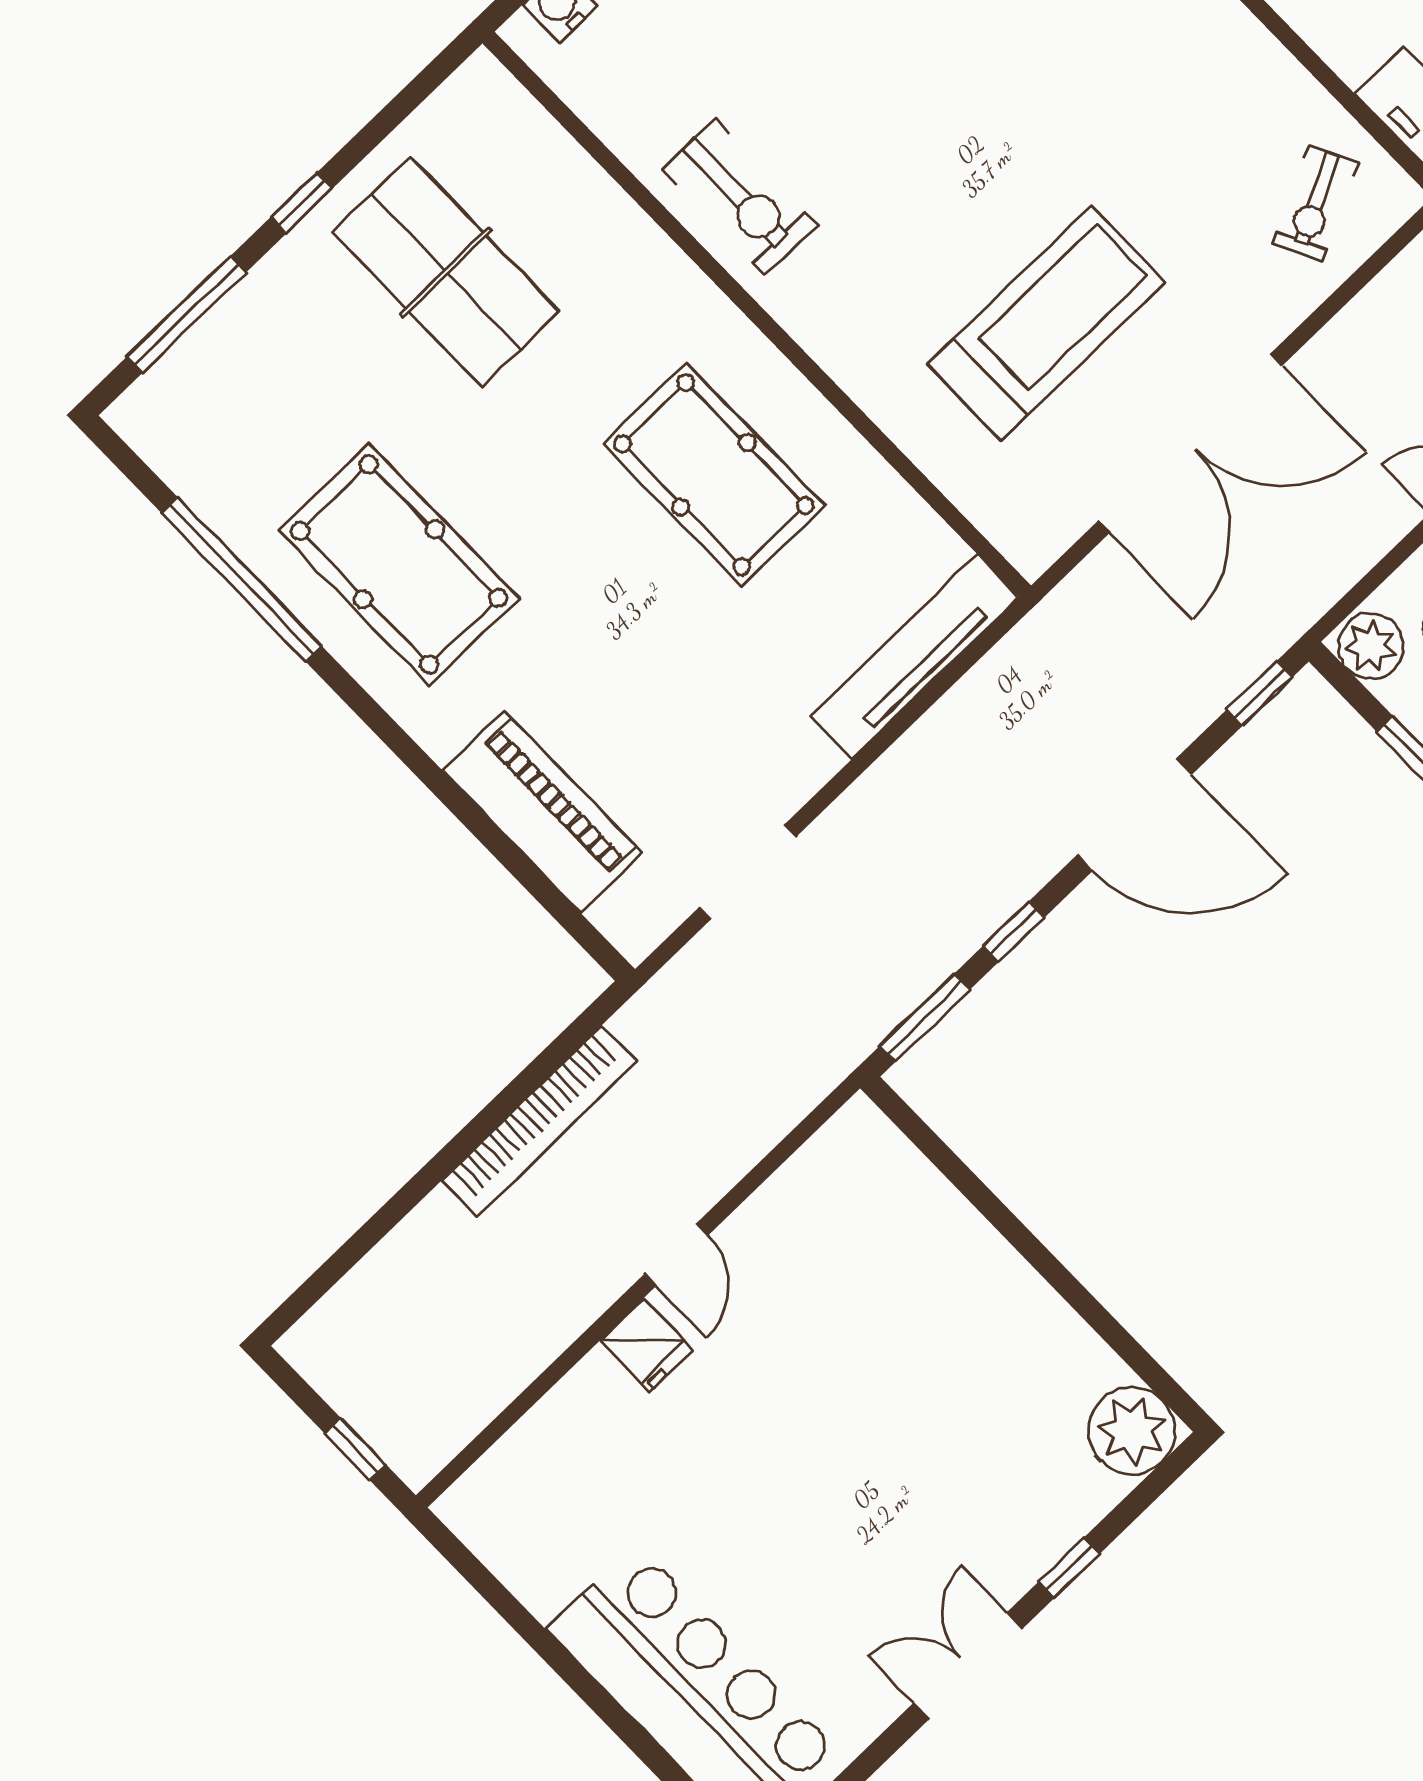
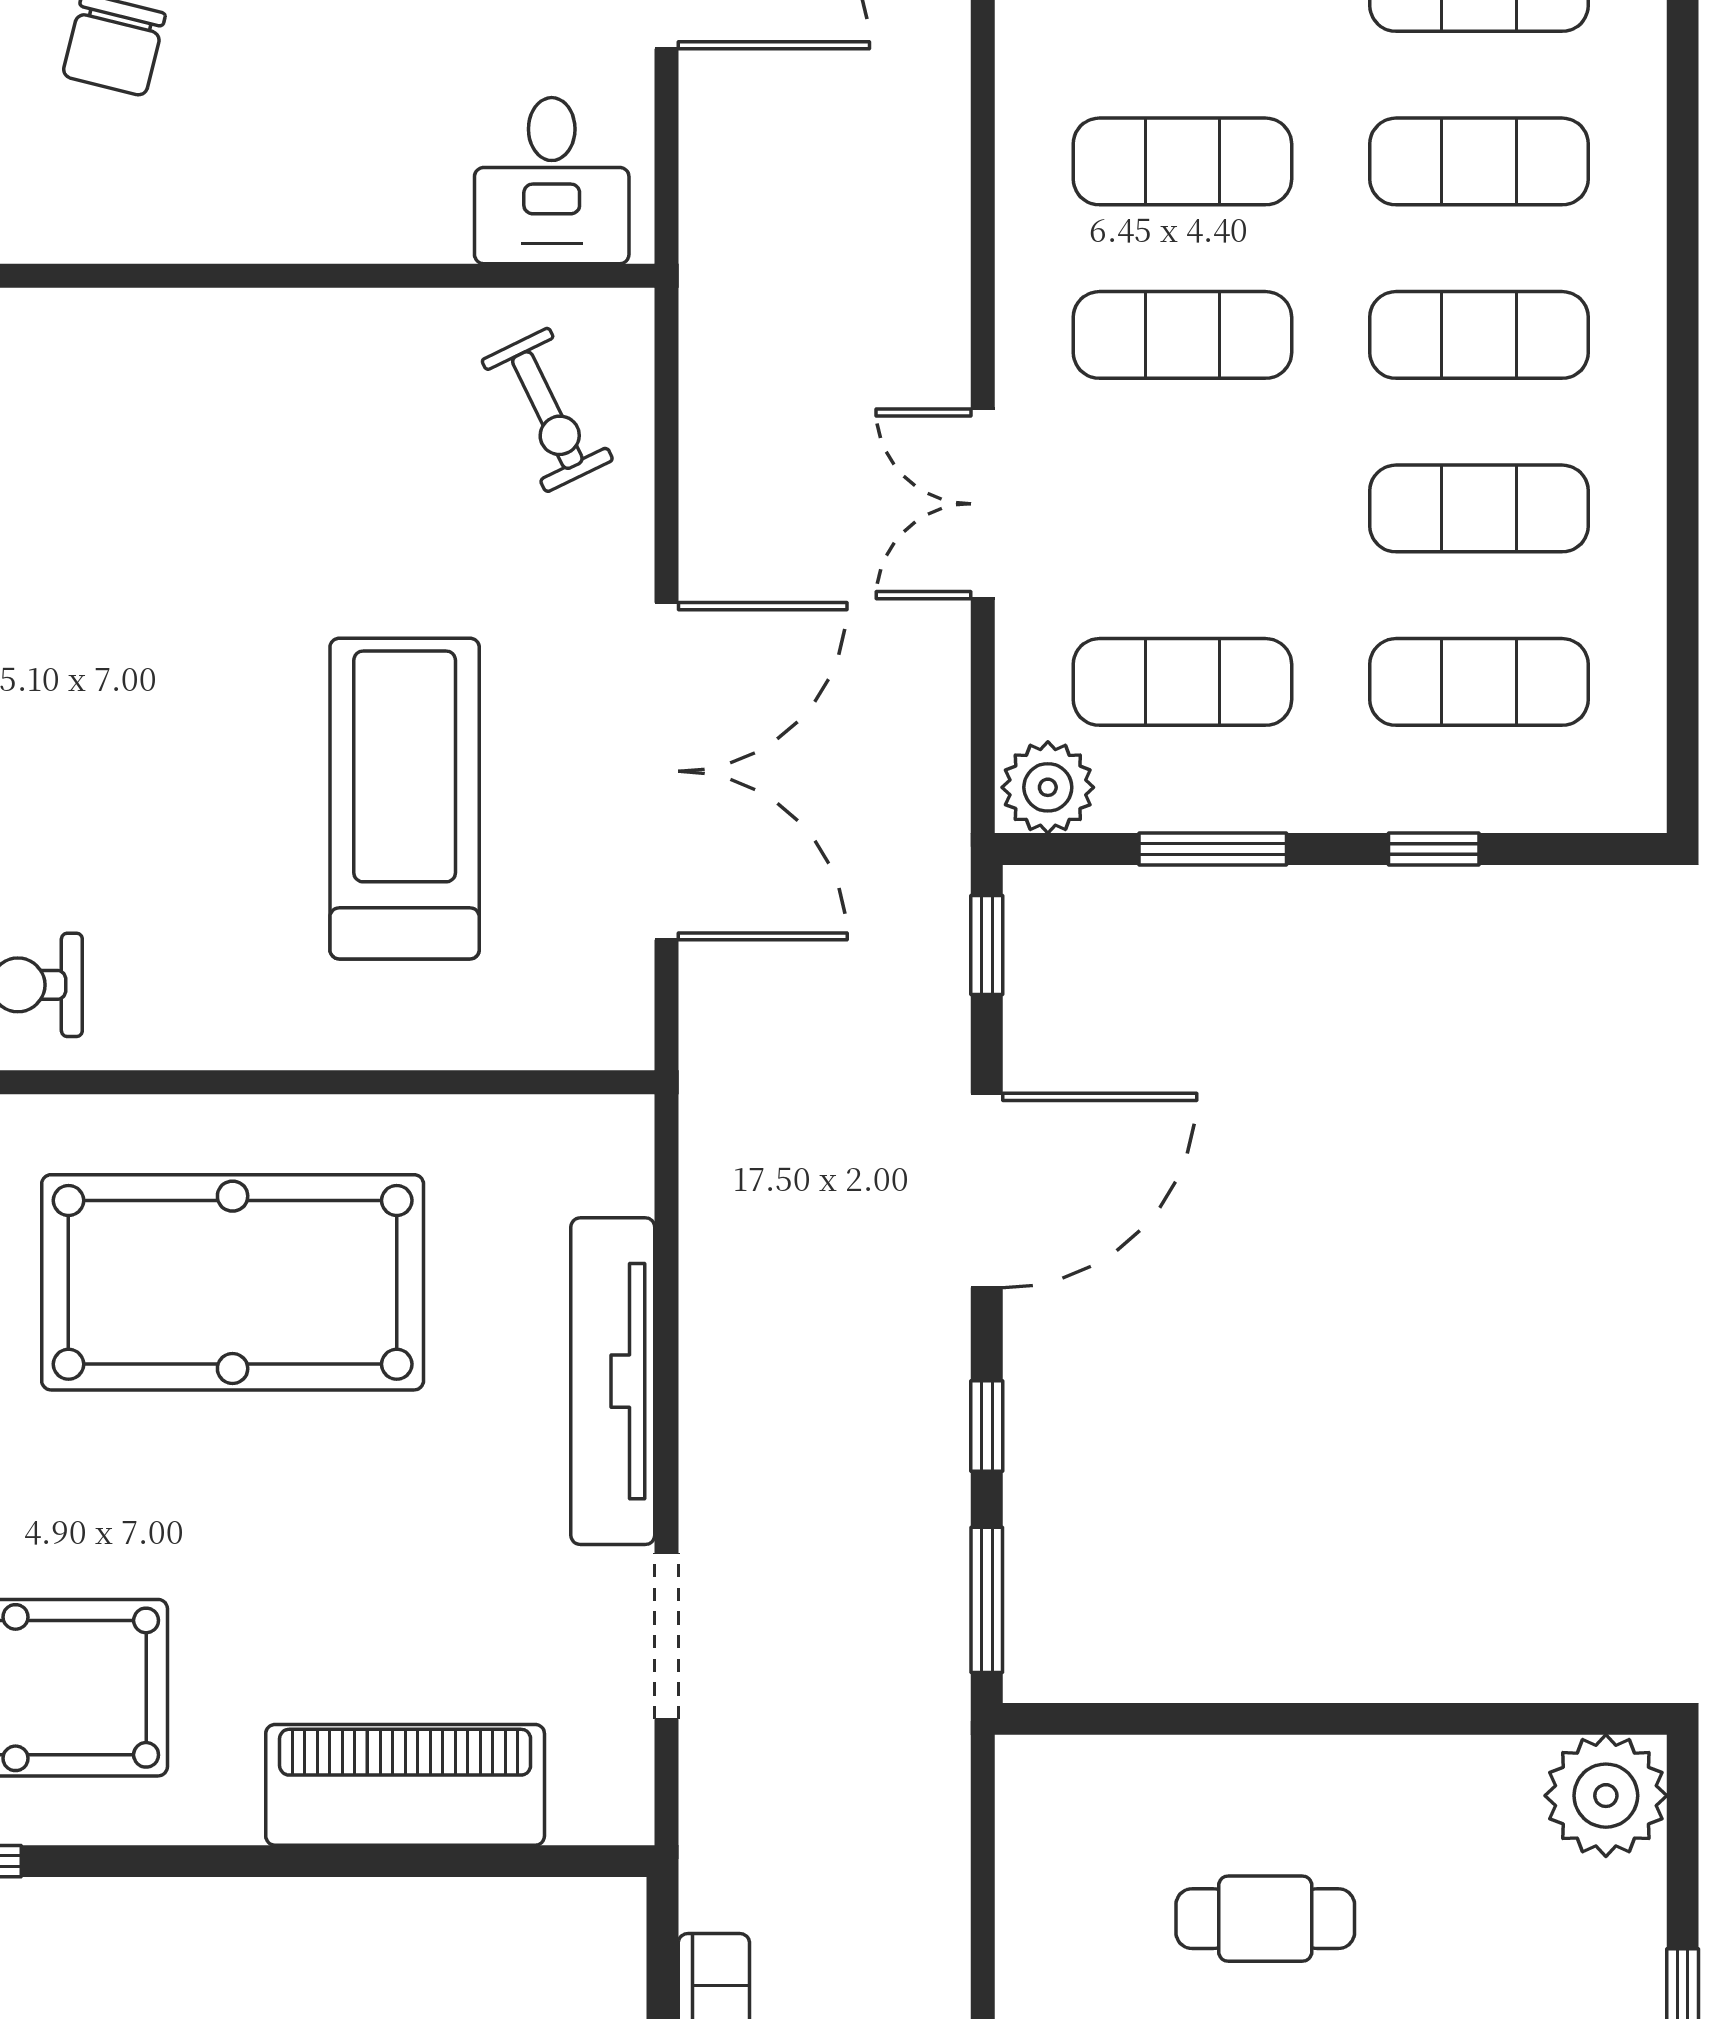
pool table: (714, 475) -> (233, 1282), width x1.36, depth x1.32
tv unit: (915, 657) -> (613, 1381), moved
cafe table: (900, 1318) -> (1265, 1919), added

